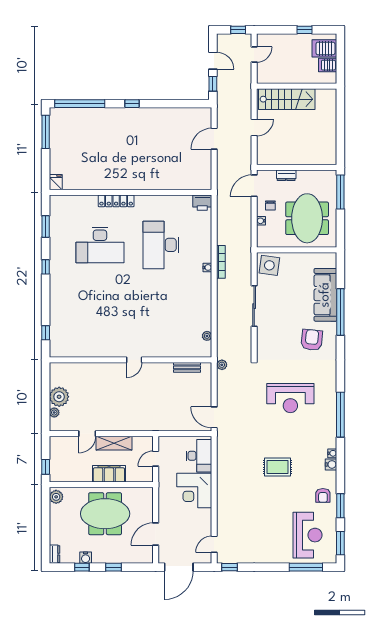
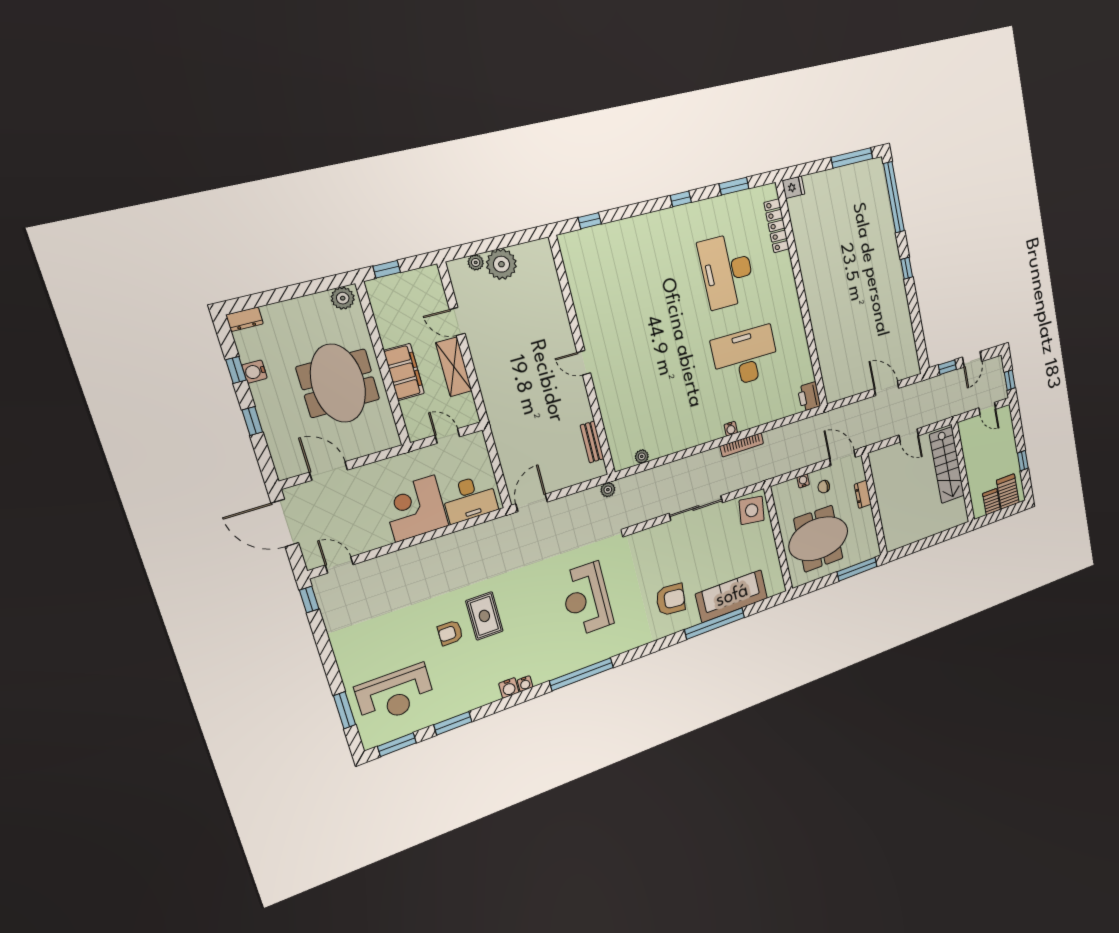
locker: (116, 201) -> (777, 226), moved
armchair: (323, 495) -> (450, 633), moved
window: (306, 567) -> (345, 710), width x0.69

